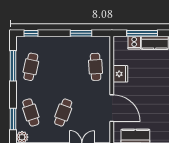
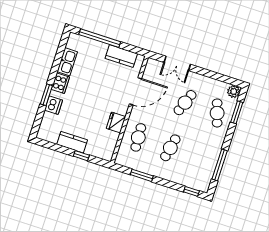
window: (142, 33) -> (81, 156), width x0.46
cooker: (134, 43) -> (92, 149), removed
cafe table: (31, 67) -> (170, 148), moved
door: (112, 108) -> (136, 91), swing flipped

